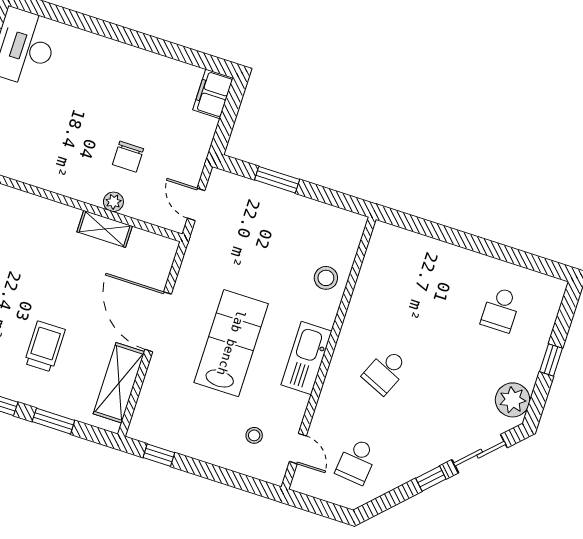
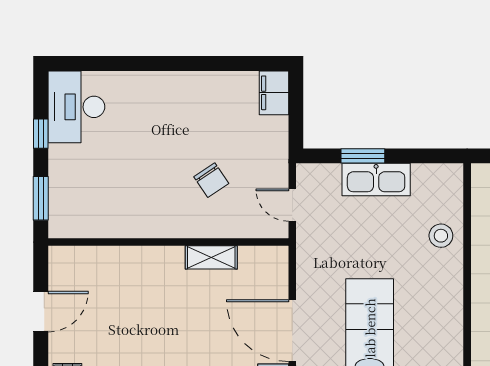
chair: (128, 157) -> (211, 180), turned -34
plant: (113, 202) -> (211, 228), removed
kitchen sink: (306, 358) -> (376, 179), moved, turned -90

